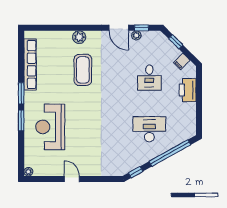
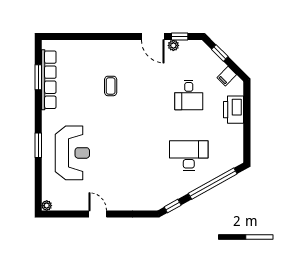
plant: (79, 37) -> (106, 48), removed
coffee table: (83, 70) -> (111, 86), width x0.54, depth x0.58
window: (21, 93) -> (38, 77), moved
reception desk: (50, 127) -> (72, 153), turned 180

